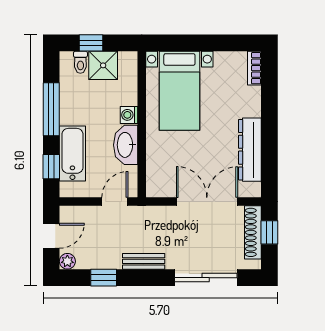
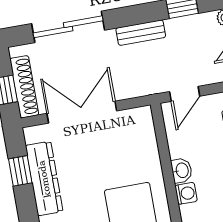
washbasin: (126, 145) -> (182, 170), width x0.52, depth x0.69
window: (269, 160) -> (20, 171), added
double door: (207, 201) -> (82, 112), swing flipped

